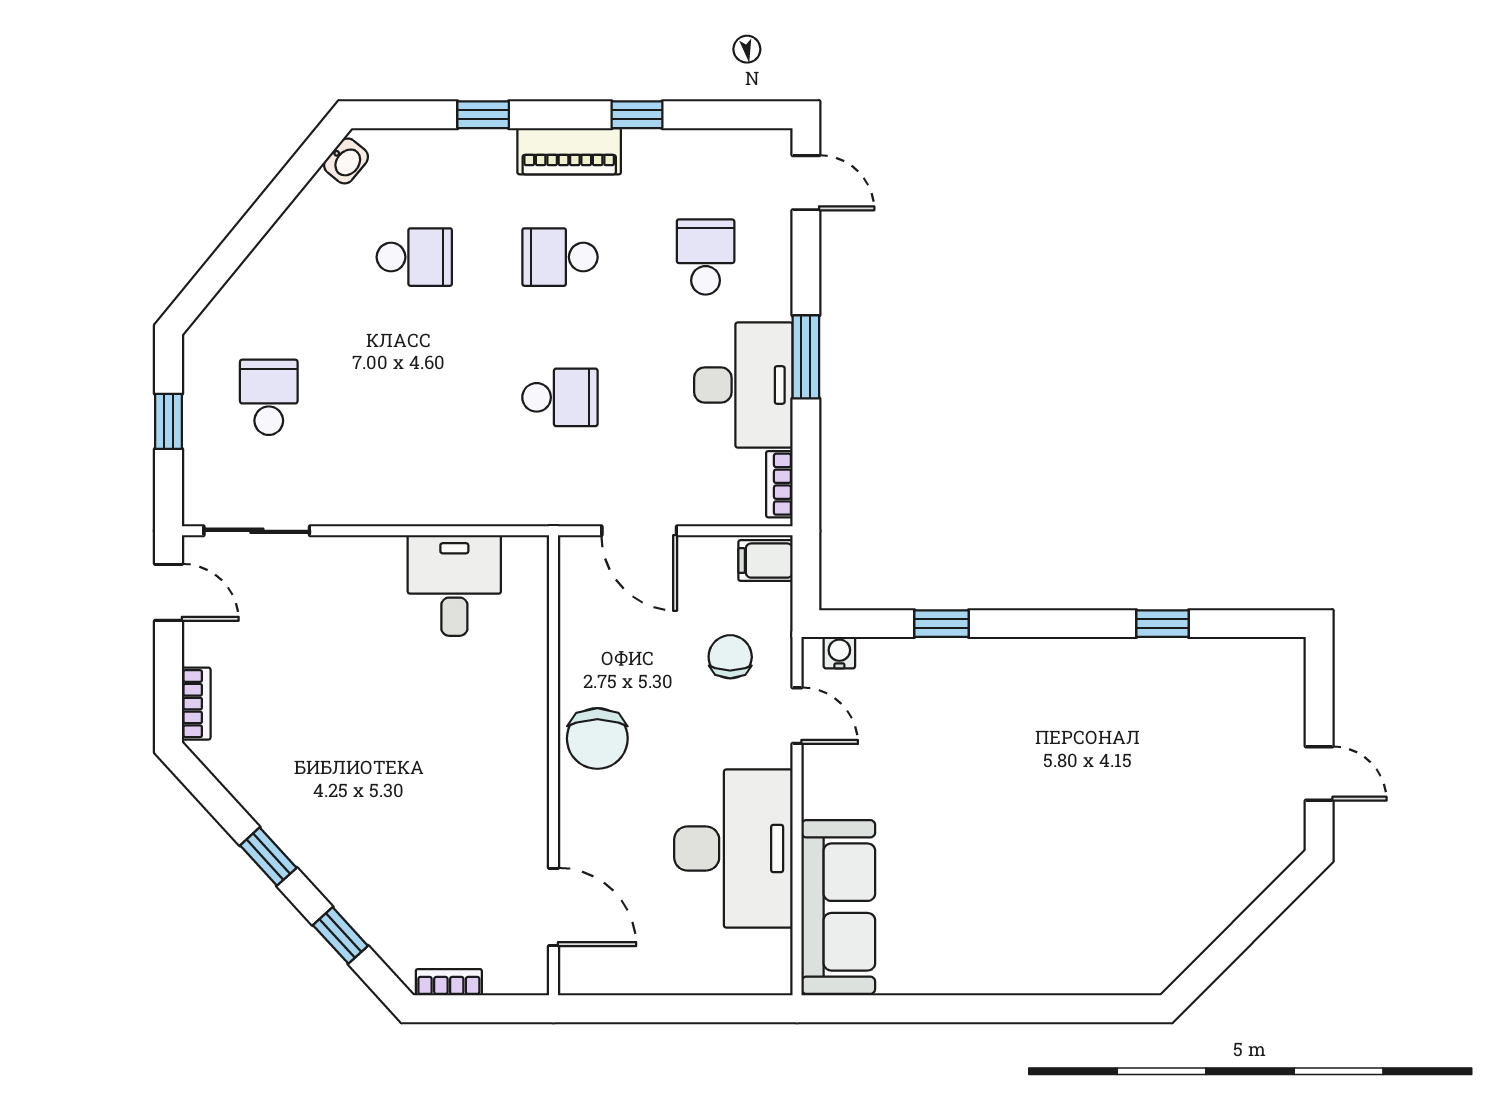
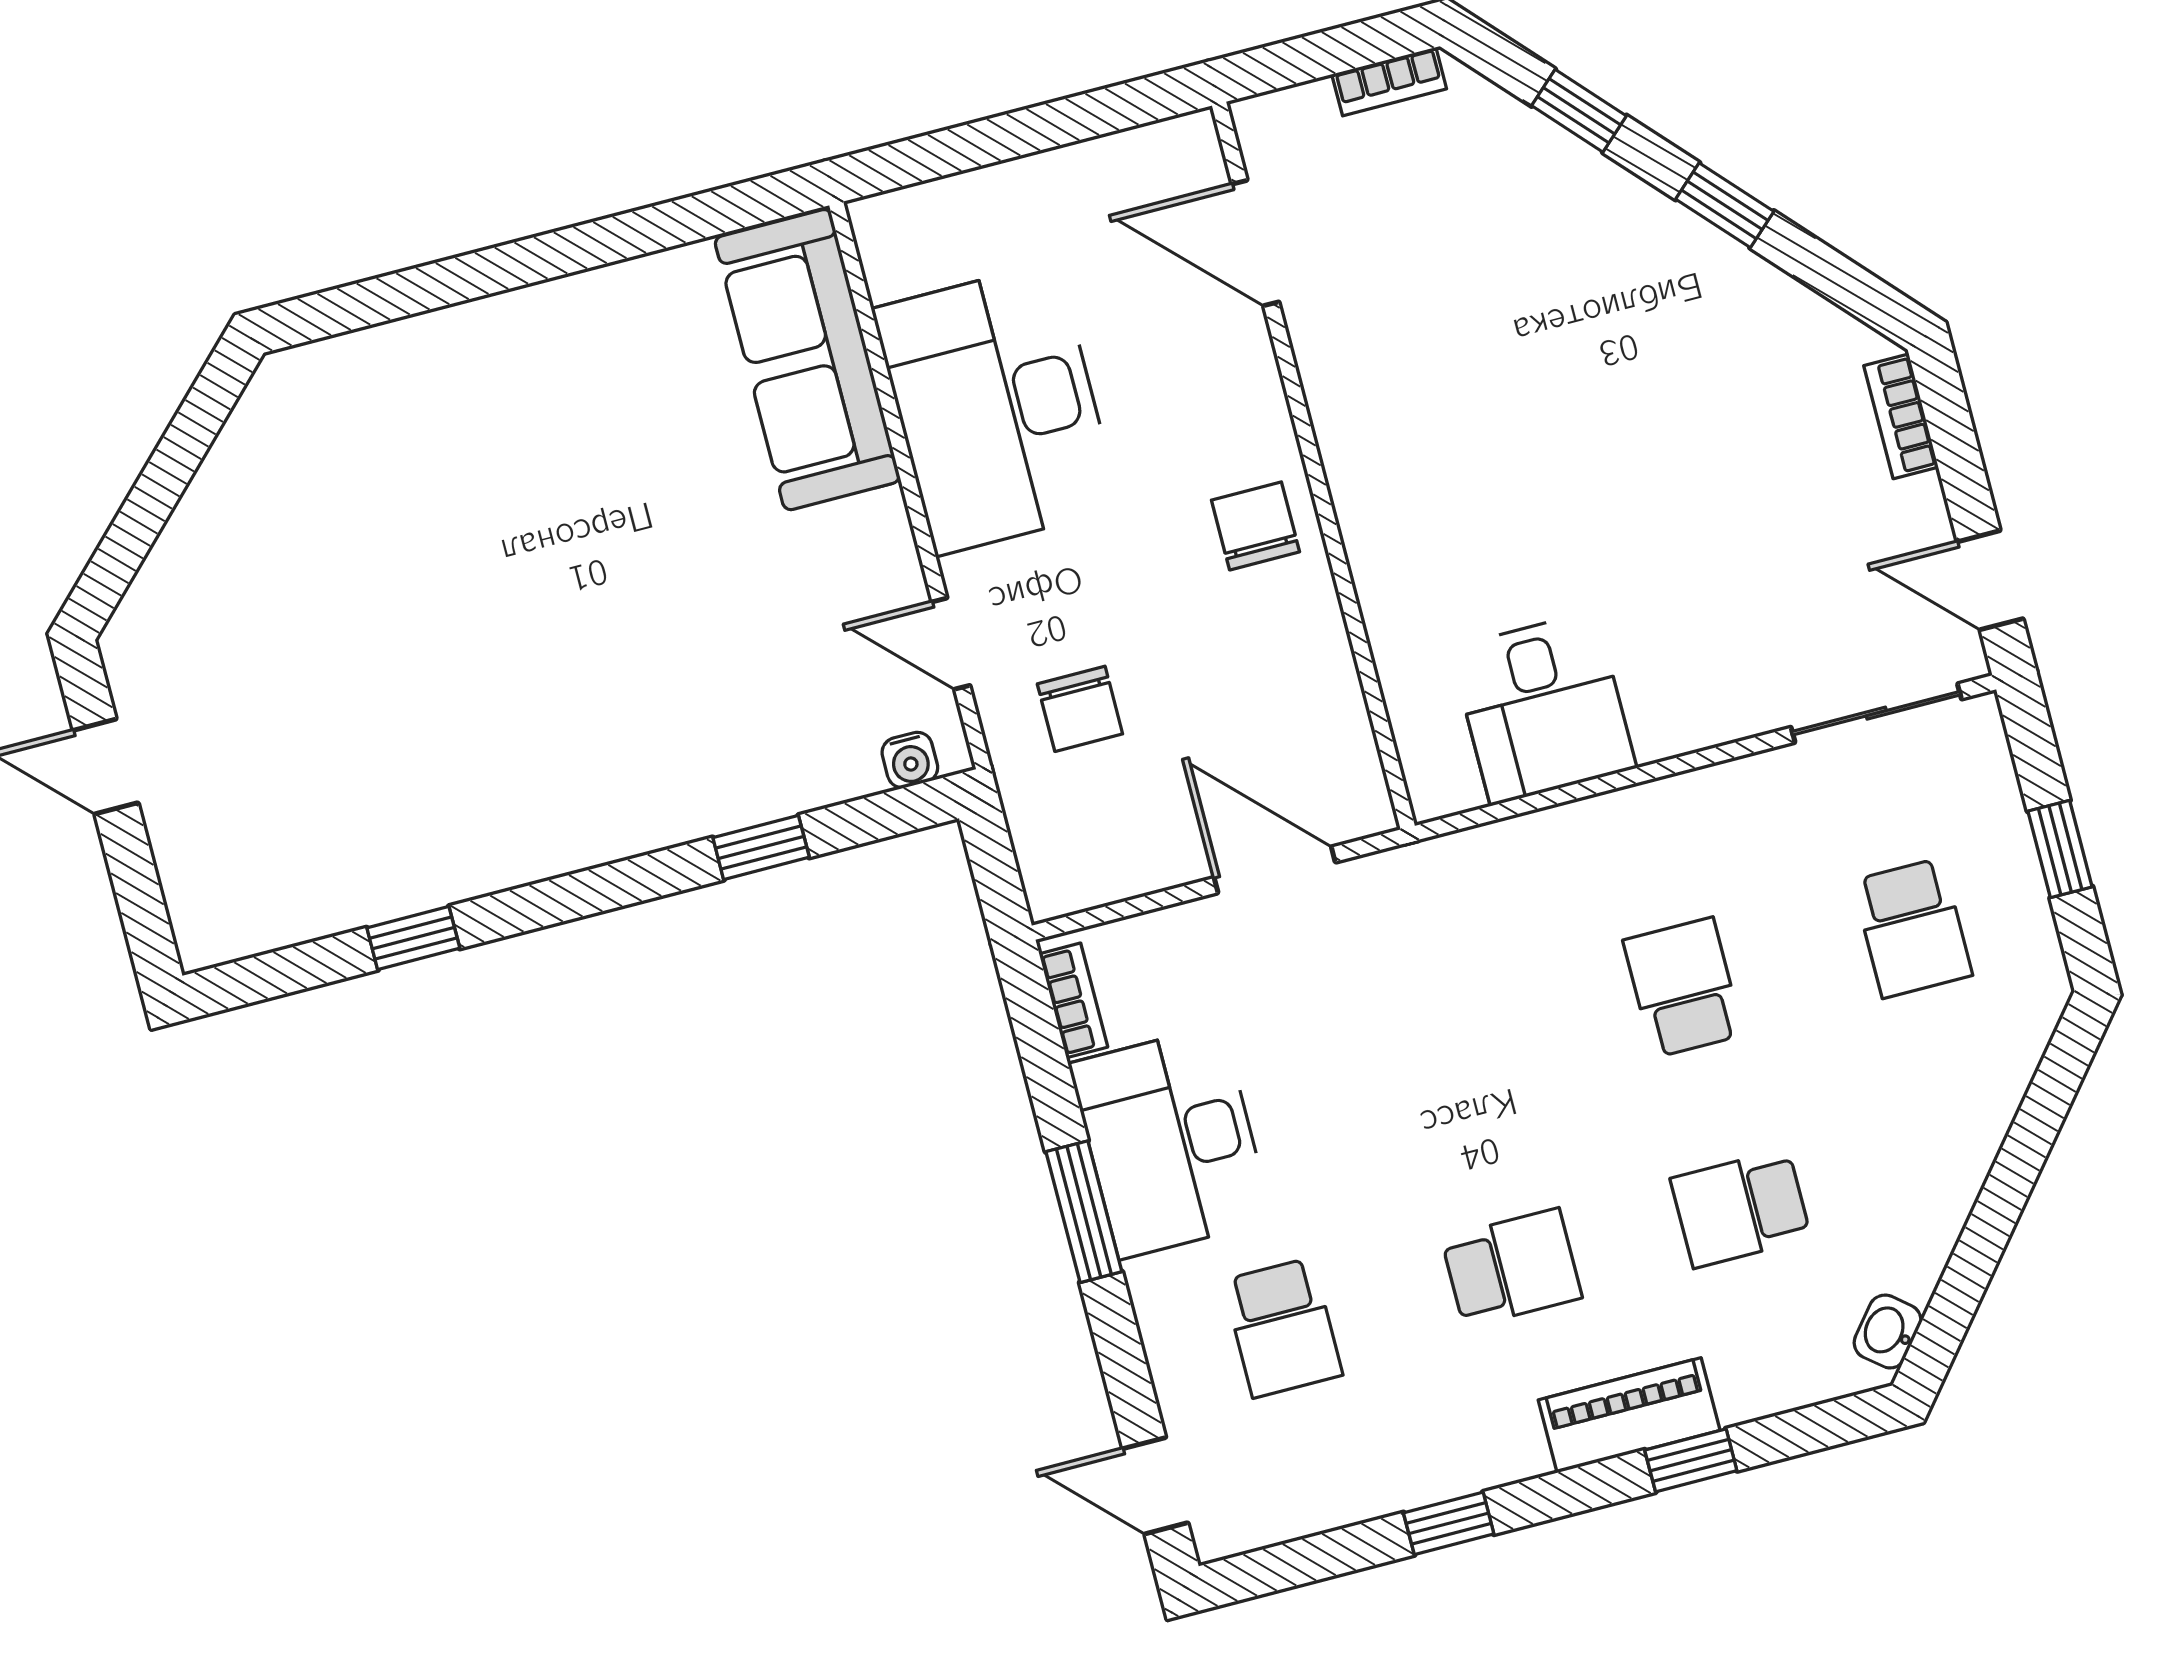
piano: (569, 151) -> (1629, 1415), moved
school desk: (560, 397) -> (1683, 988), moved, turned 90
filing cabinet: (765, 561) -> (1064, 875), removed
chair: (597, 738) -> (1255, 526), width x0.73, depth x0.73

